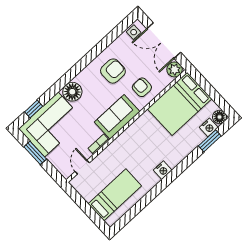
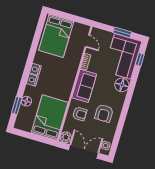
floor lamp: (220, 117) -> (26, 101), moved
nightstand: (209, 127) -> (32, 80), moved
bed: (115, 195) -> (56, 36), width x1.50

